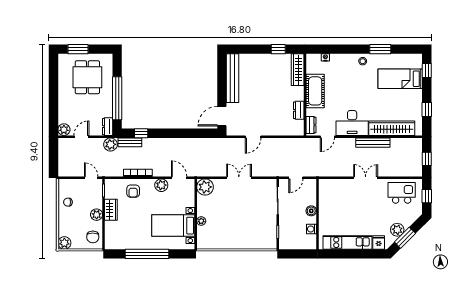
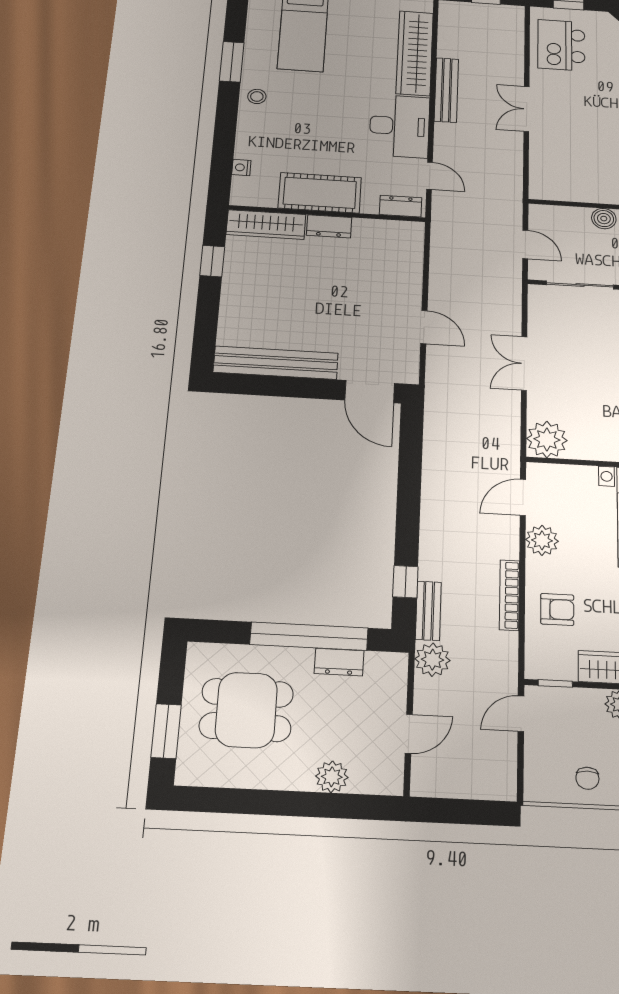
dresser: (299, 110) -> (329, 226), moved
dresser: (108, 127) -> (339, 662), moved
plant: (64, 130) -> (332, 777), moved
door: (81, 137) -> (409, 734), swing flipped

